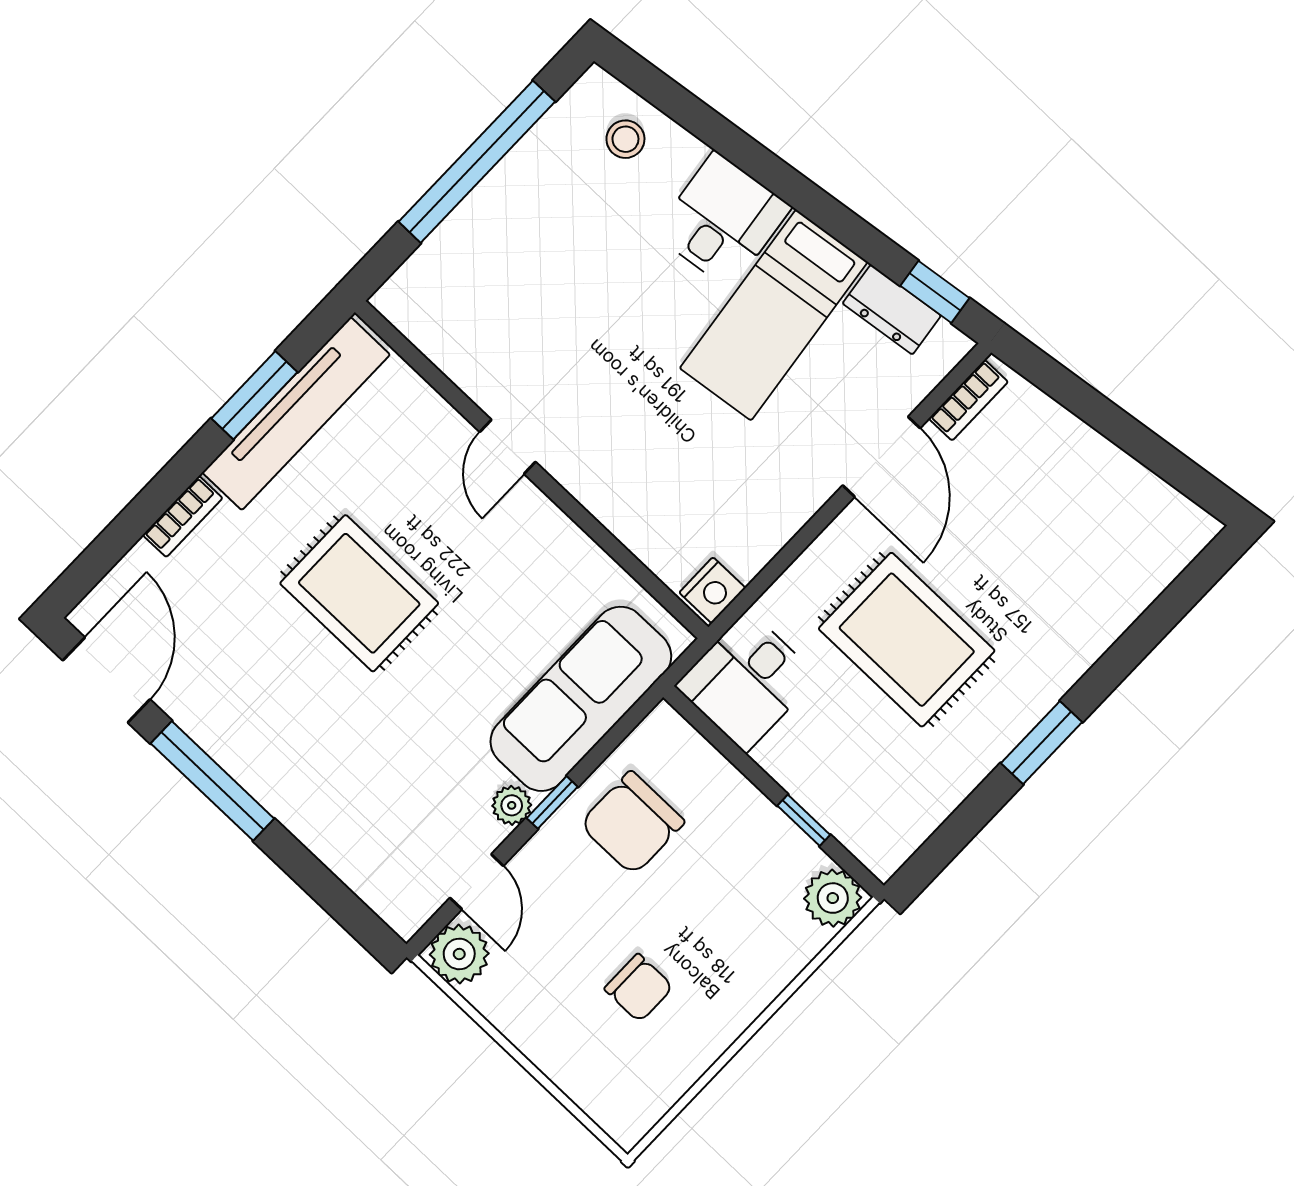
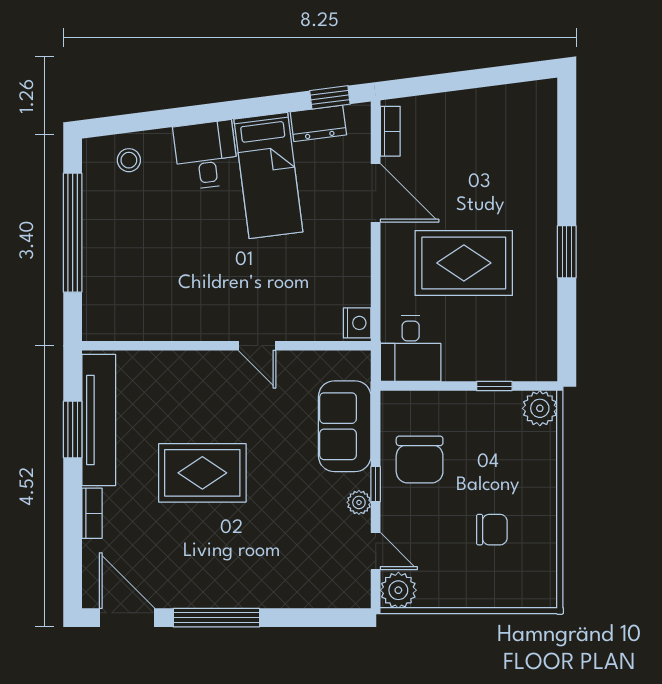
door: (508, 447) -> (257, 346), moved
sofa: (581, 699) -> (345, 426), width x0.73

